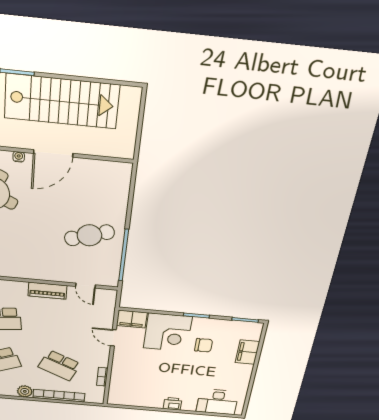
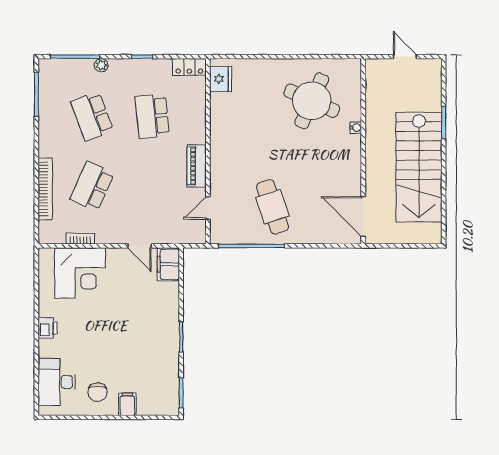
door: (53, 153) -> (363, 216), moved
corner desk: (168, 332) -> (80, 273), moved, turned -90
door: (113, 338) -> (140, 246), swing flipped
chair: (204, 345) -> (98, 392), moved
filing cabinet: (247, 352) -> (127, 404), width x0.50
plant: (25, 391) -> (47, 147), removed

